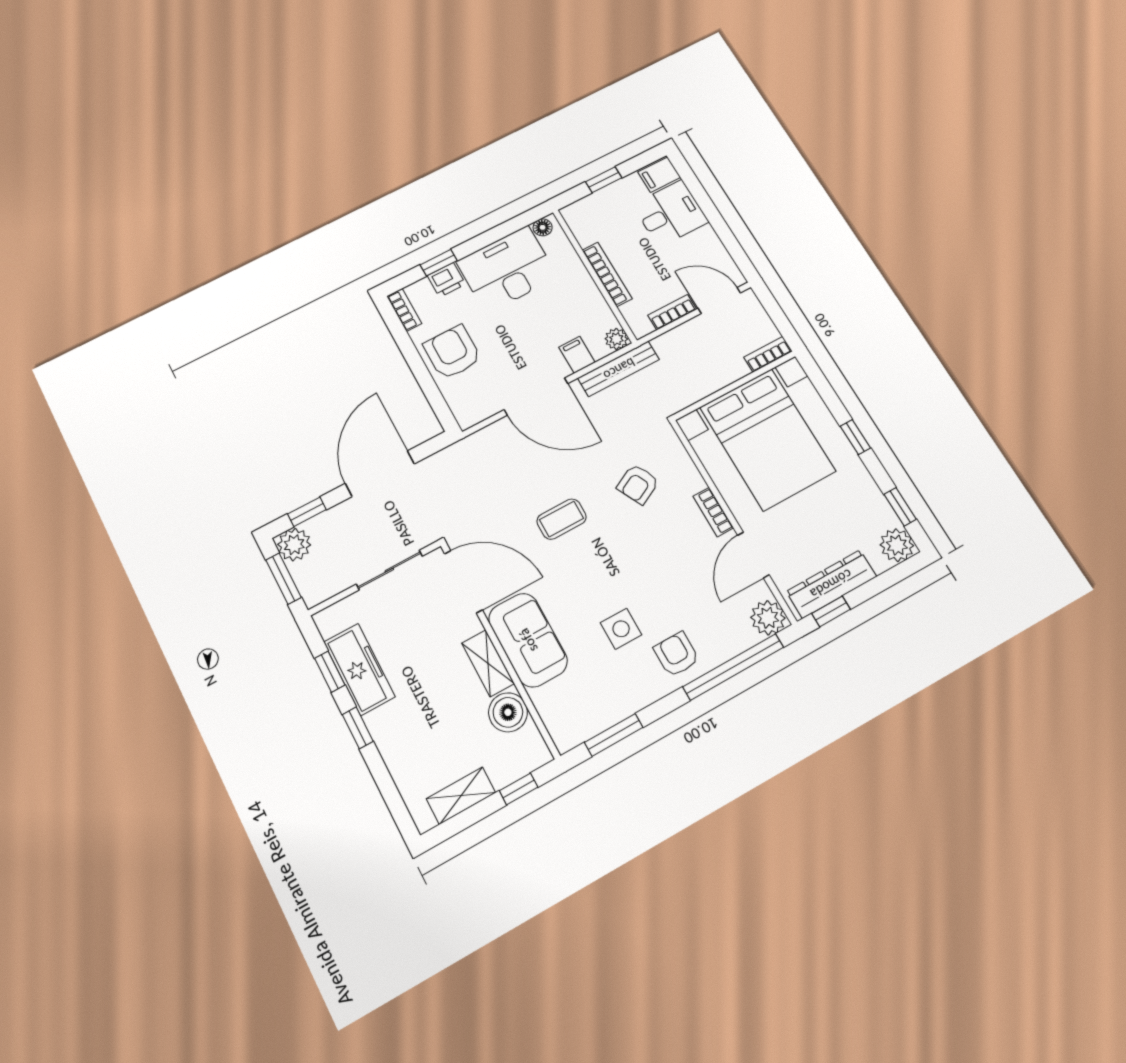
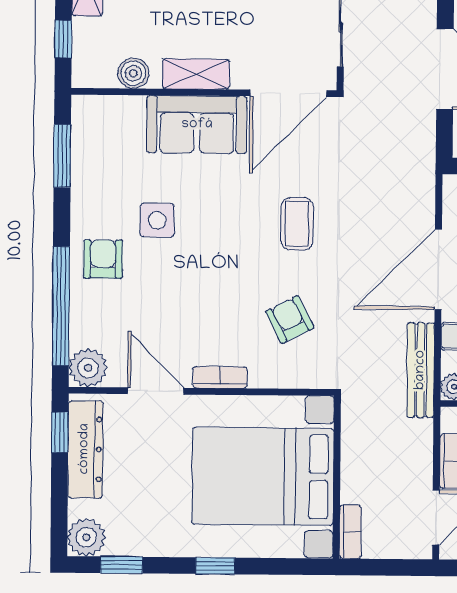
armchair: (676, 654) -> (103, 259), turned -90
boiler: (508, 712) -> (133, 73), width x0.73, depth x0.73

